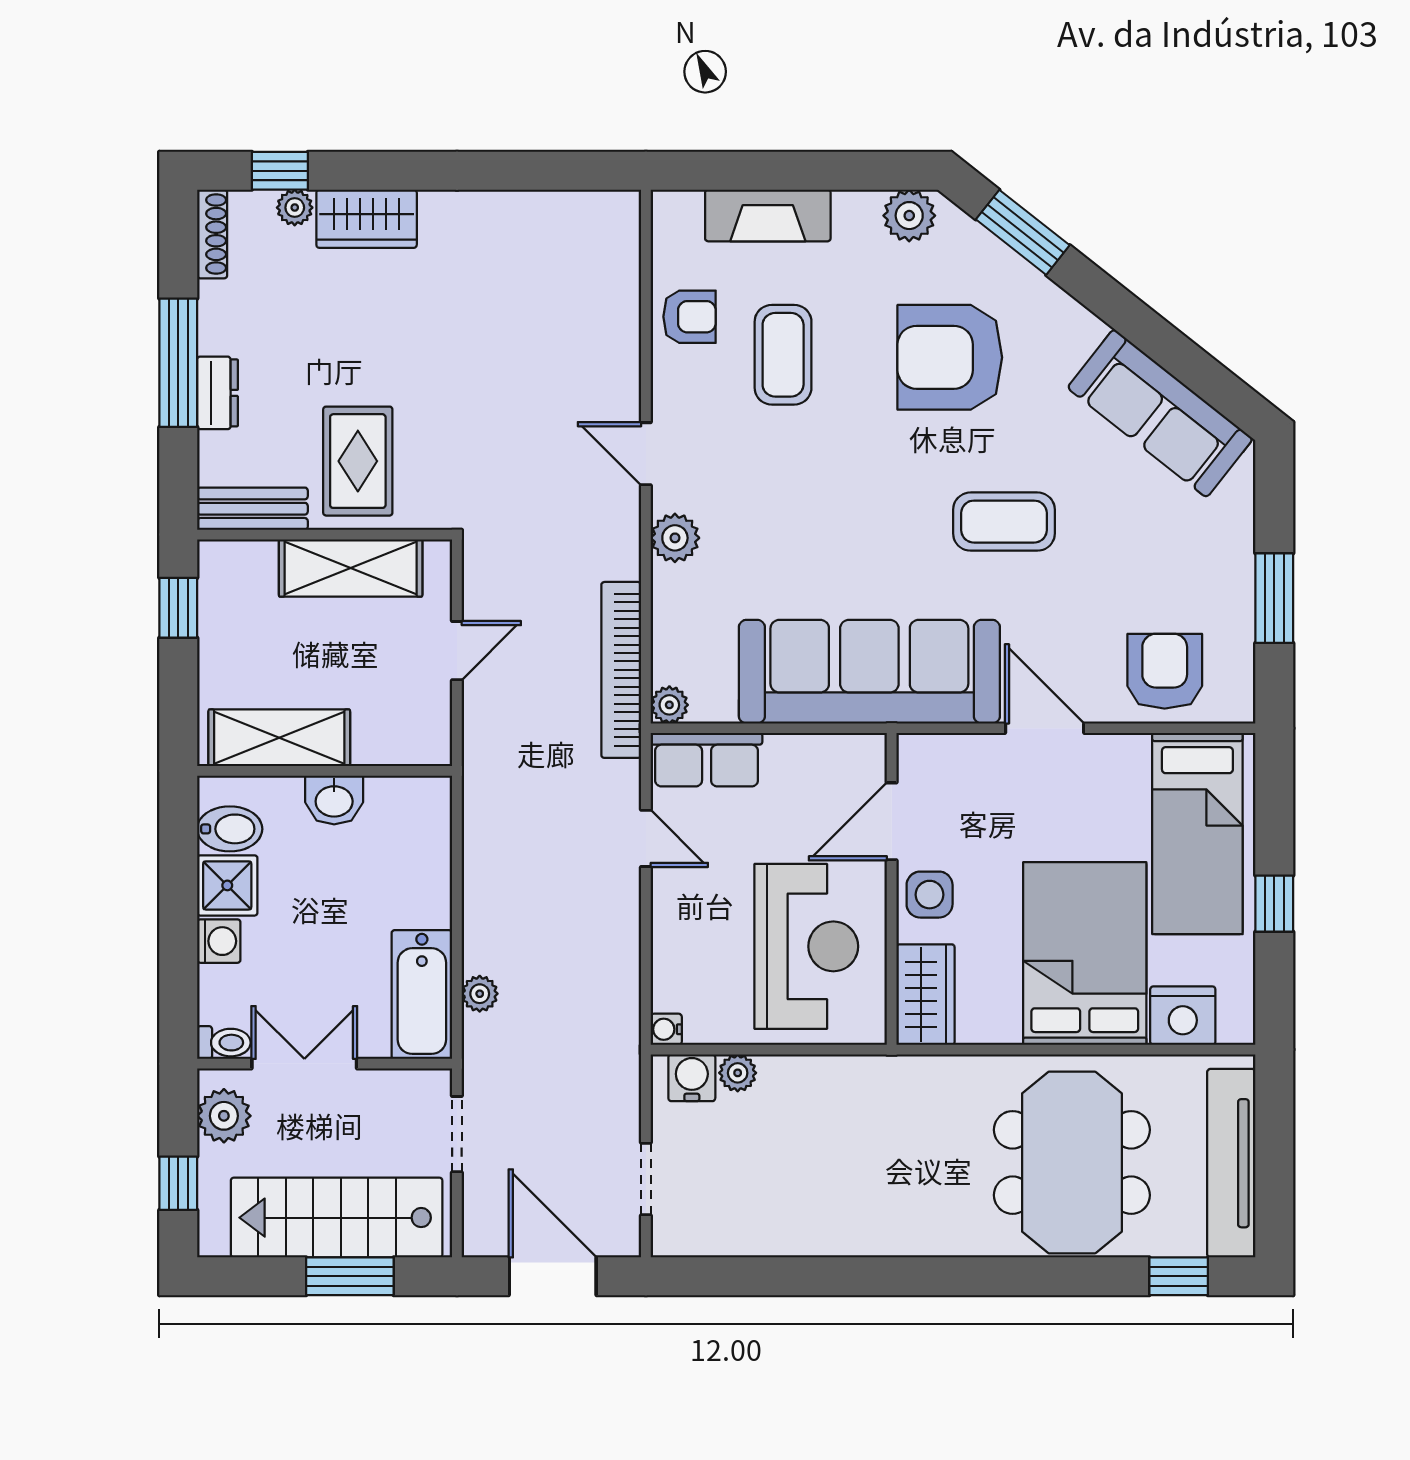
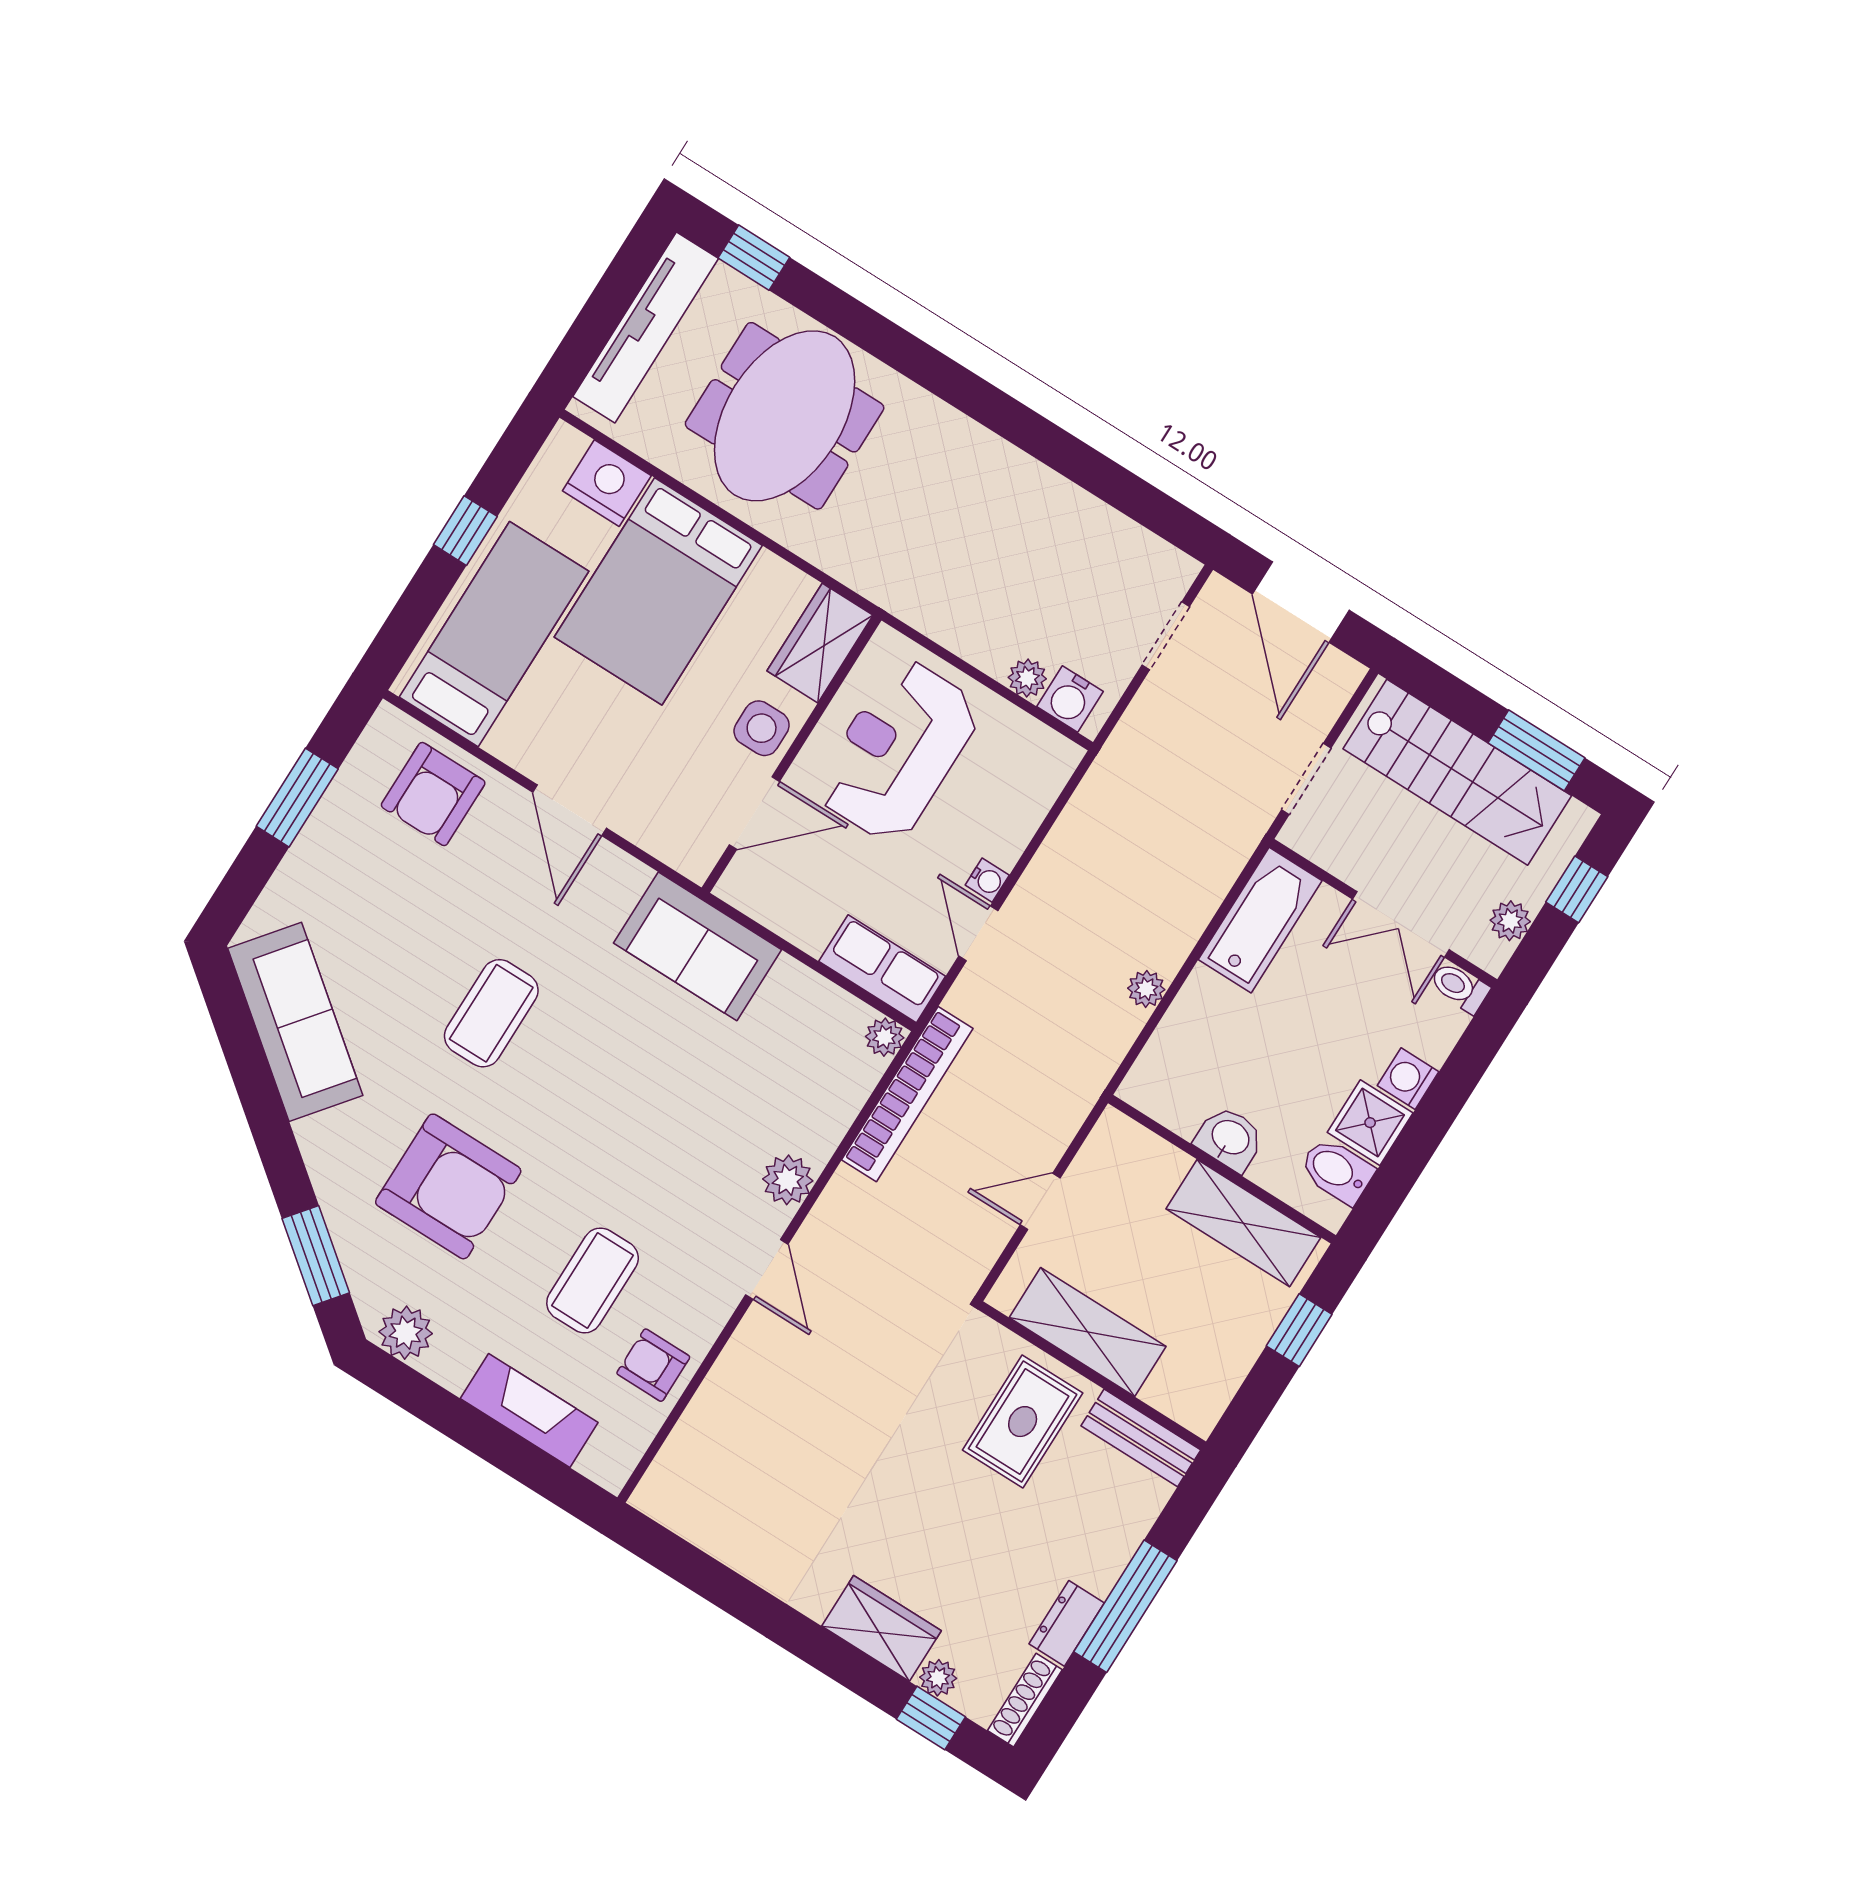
dresser: (218, 393) -> (1067, 1623), moved
coffee table: (1004, 522) -> (491, 1013), turned 90
window: (178, 608) -> (1299, 1330), moved
sofa: (869, 672) -> (698, 946), width x0.54, depth x0.79
plant: (480, 994) -> (1146, 989), moved
water cooler: (666, 1029) -> (987, 880), moved
plant: (224, 1116) -> (1510, 921), width x0.73, depth x0.73
window: (350, 1276) -> (1536, 750), moved

